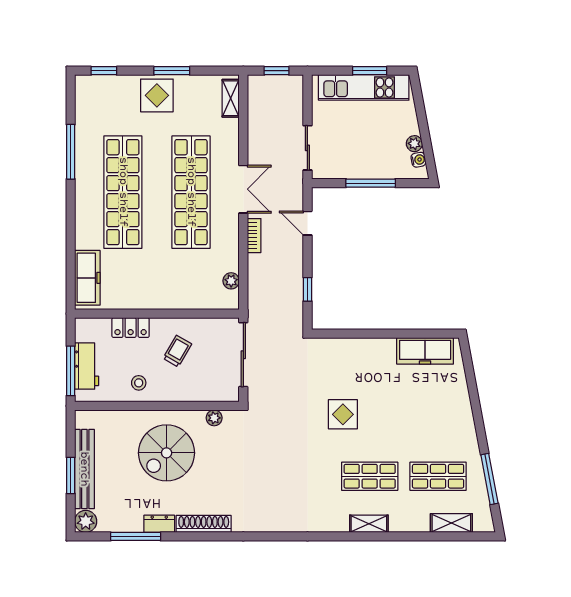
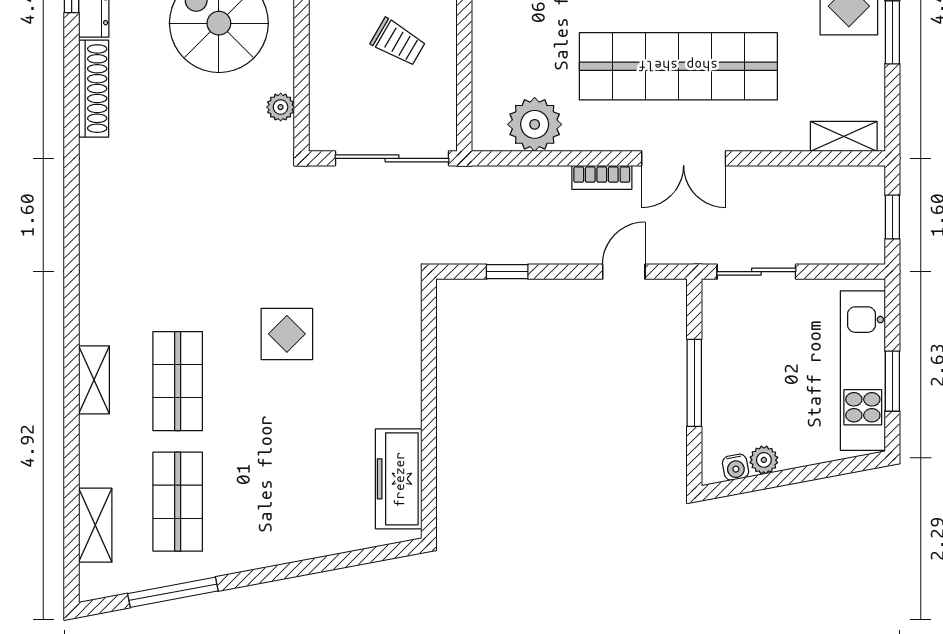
plant: (231, 281) -> (535, 124), width x1.87, depth x1.87

